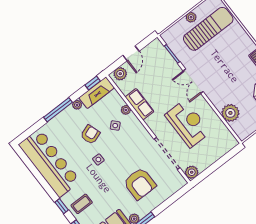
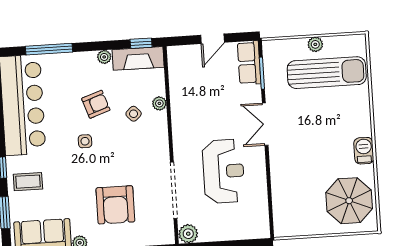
plant: (120, 74) -> (182, 55), removed
row of seats: (139, 104) -> (249, 63), moved, turned 180
window: (58, 110) -> (49, 49), moved
plant: (230, 113) -> (284, 193), removed

